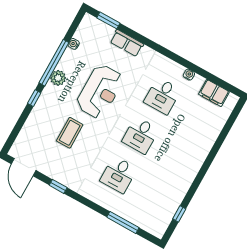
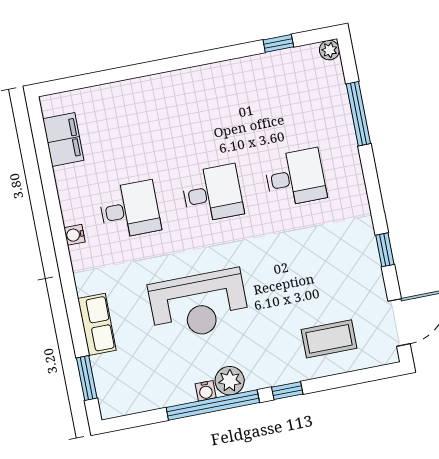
water cooler: (74, 44) -> (206, 391), moved
water cooler: (189, 75) -> (75, 235), moved
reception desk: (100, 91) -> (199, 305), turned 180
coffee table: (70, 133) -> (329, 339), moved
plant: (159, 233) -> (329, 50), added

